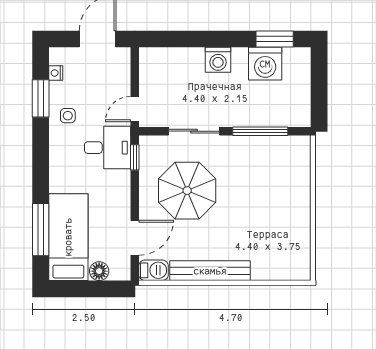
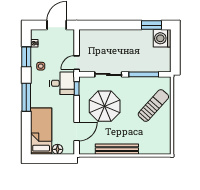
washing machine: (218, 60) -> (121, 36), removed
washing machine: (265, 64) -> (162, 38), moved, turned 90
sun lounger: (278, 189) -> (153, 106), added
window: (41, 230) -> (26, 97), moved
barbecue: (154, 270) -> (87, 149), removed

